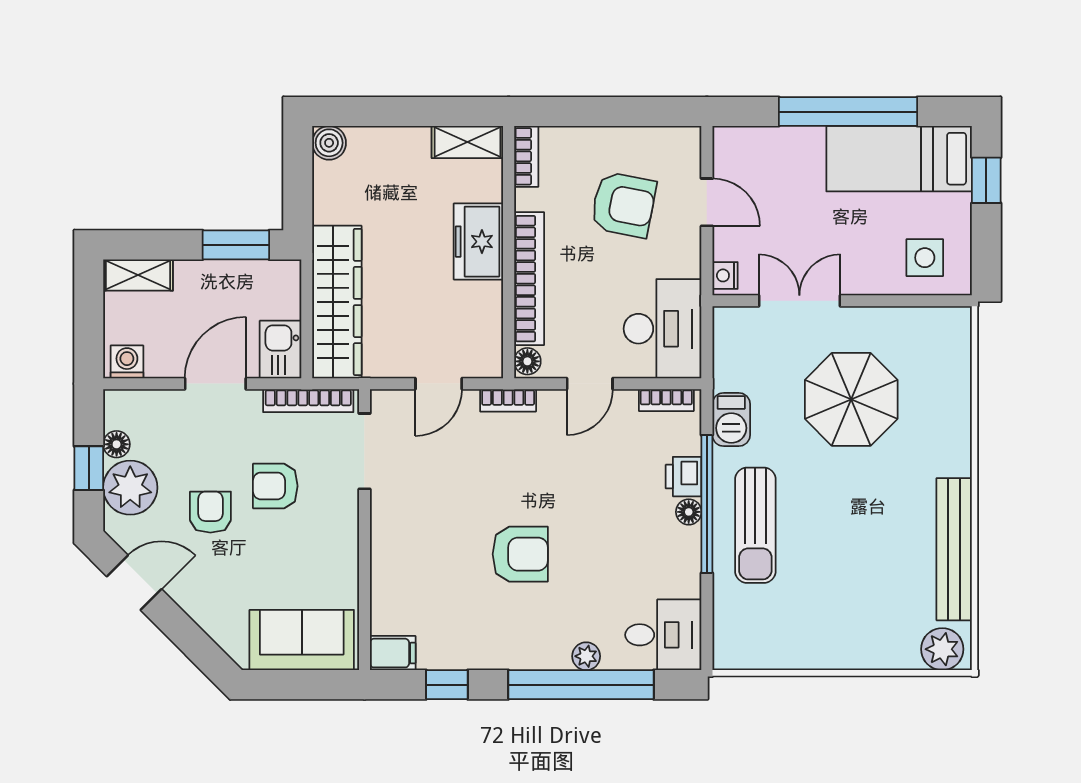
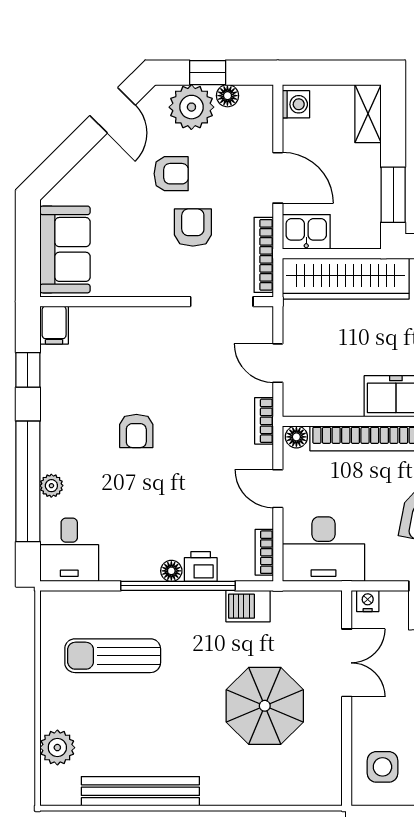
sun lounger: (755, 525) -> (113, 656), moved
armchair: (520, 554) -> (136, 431), width x0.72, depth x0.72
plant: (942, 649) -> (57, 748), moved

